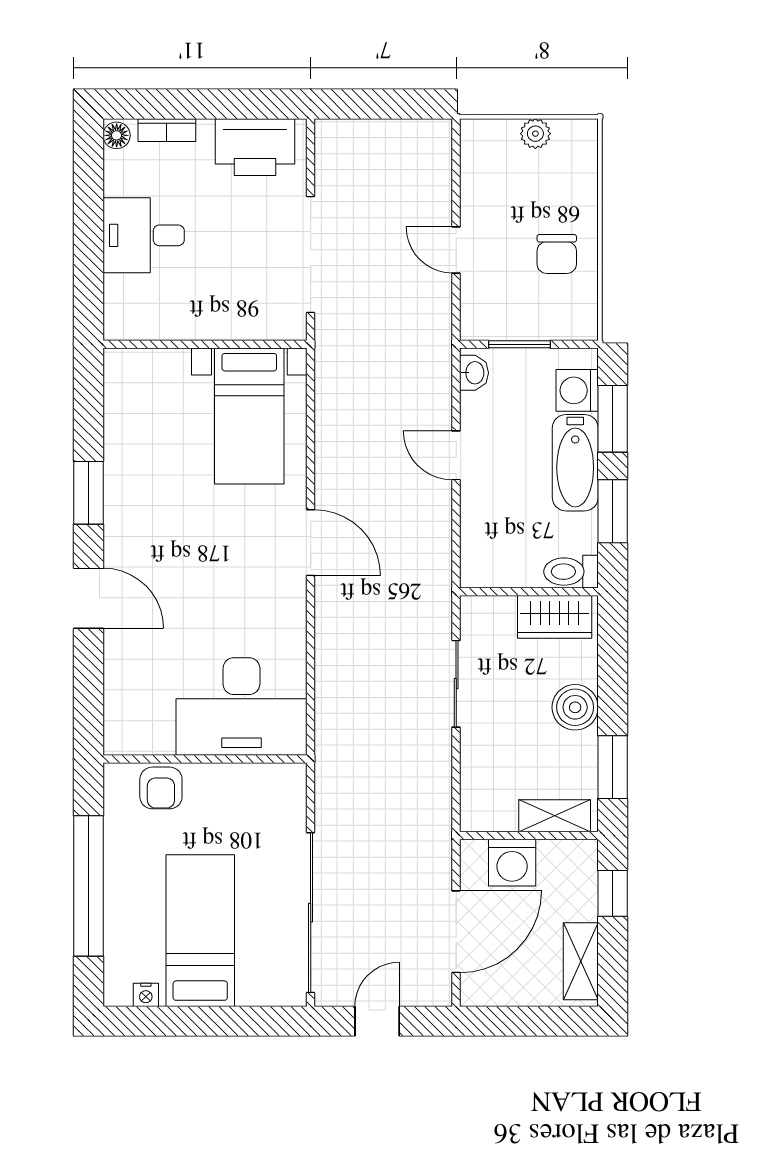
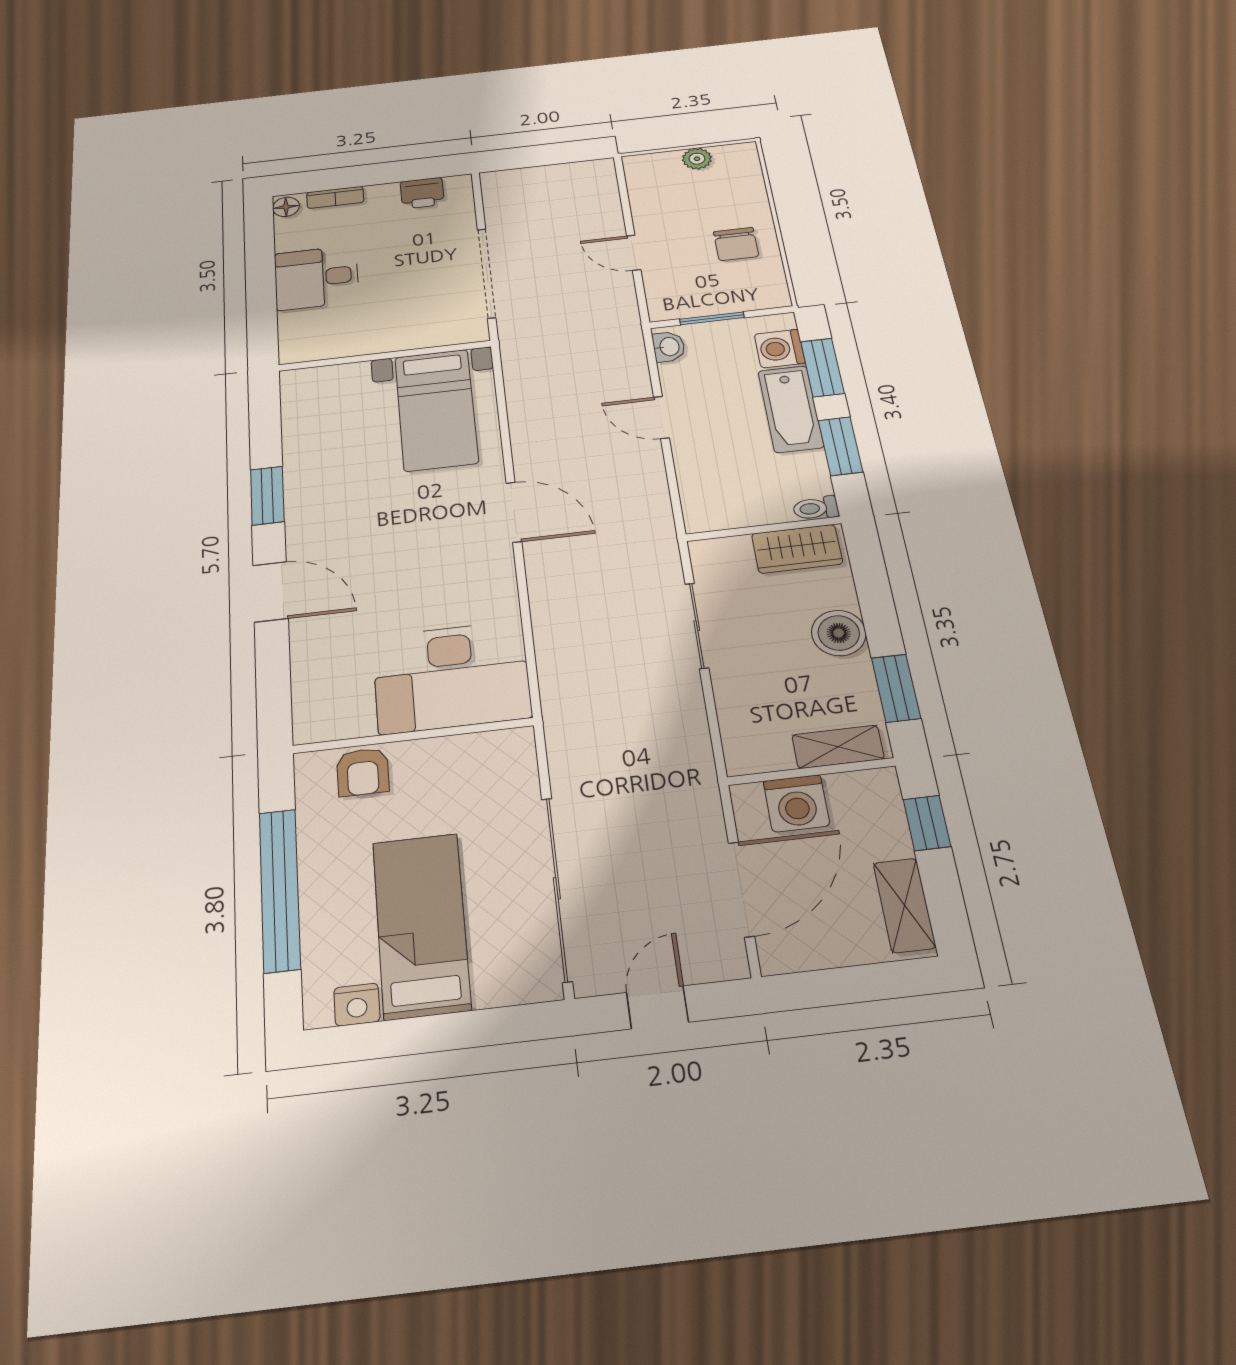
printer: (255, 147) -> (422, 193), width x0.53, depth x0.68
toilet: (571, 572) -> (816, 508), width x0.73, depth x0.72
nightstand: (146, 995) -> (357, 1005), width x1.39, depth x1.35

